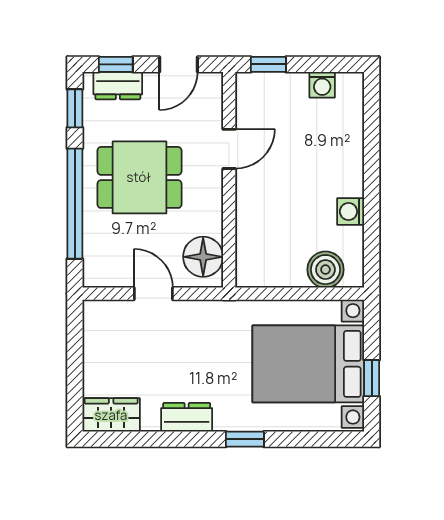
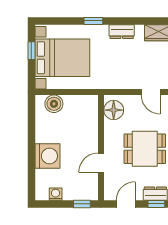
washing machine: (351, 212) -> (47, 156), moved, width x1.89, depth x1.89
door: (153, 294) -> (151, 92), moved

